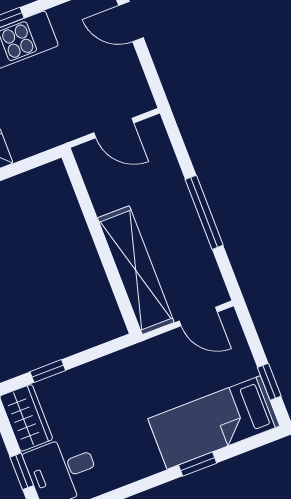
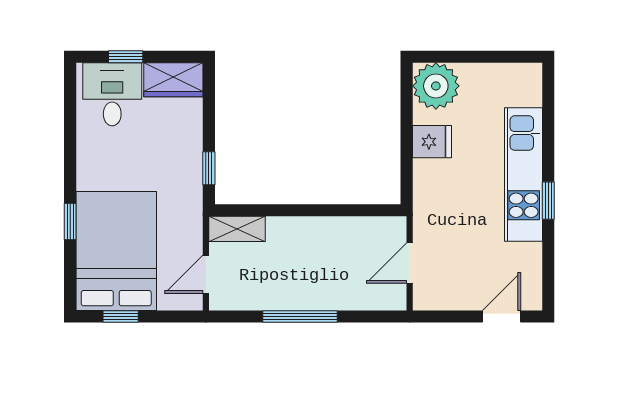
shelving: (136, 270) -> (237, 229), width x0.45, depth x0.75
window: (48, 371) -> (209, 168), moved
bed: (214, 422) -> (116, 251), width x1.50

